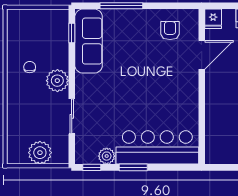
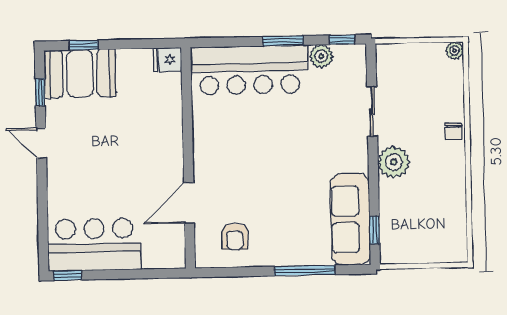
fridge: (213, 19) -> (168, 60), moved, turned -90
chair: (30, 67) -> (453, 131), moved
plant: (40, 153) -> (455, 51), moved, width x0.53, depth x0.53

